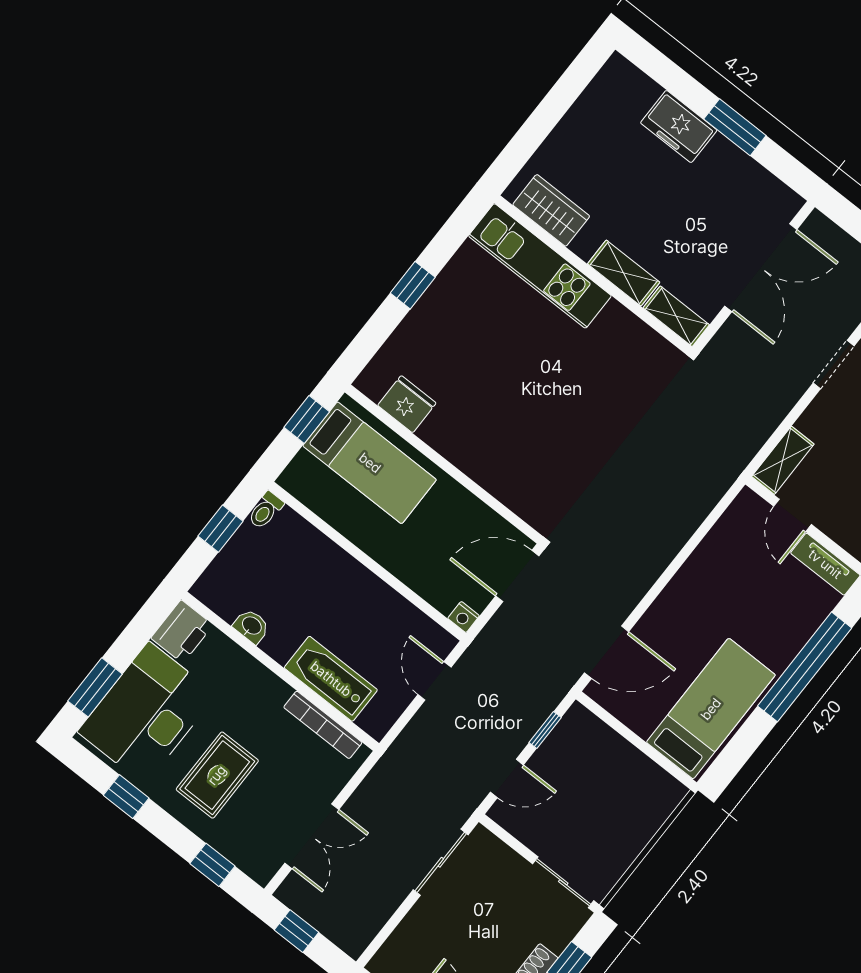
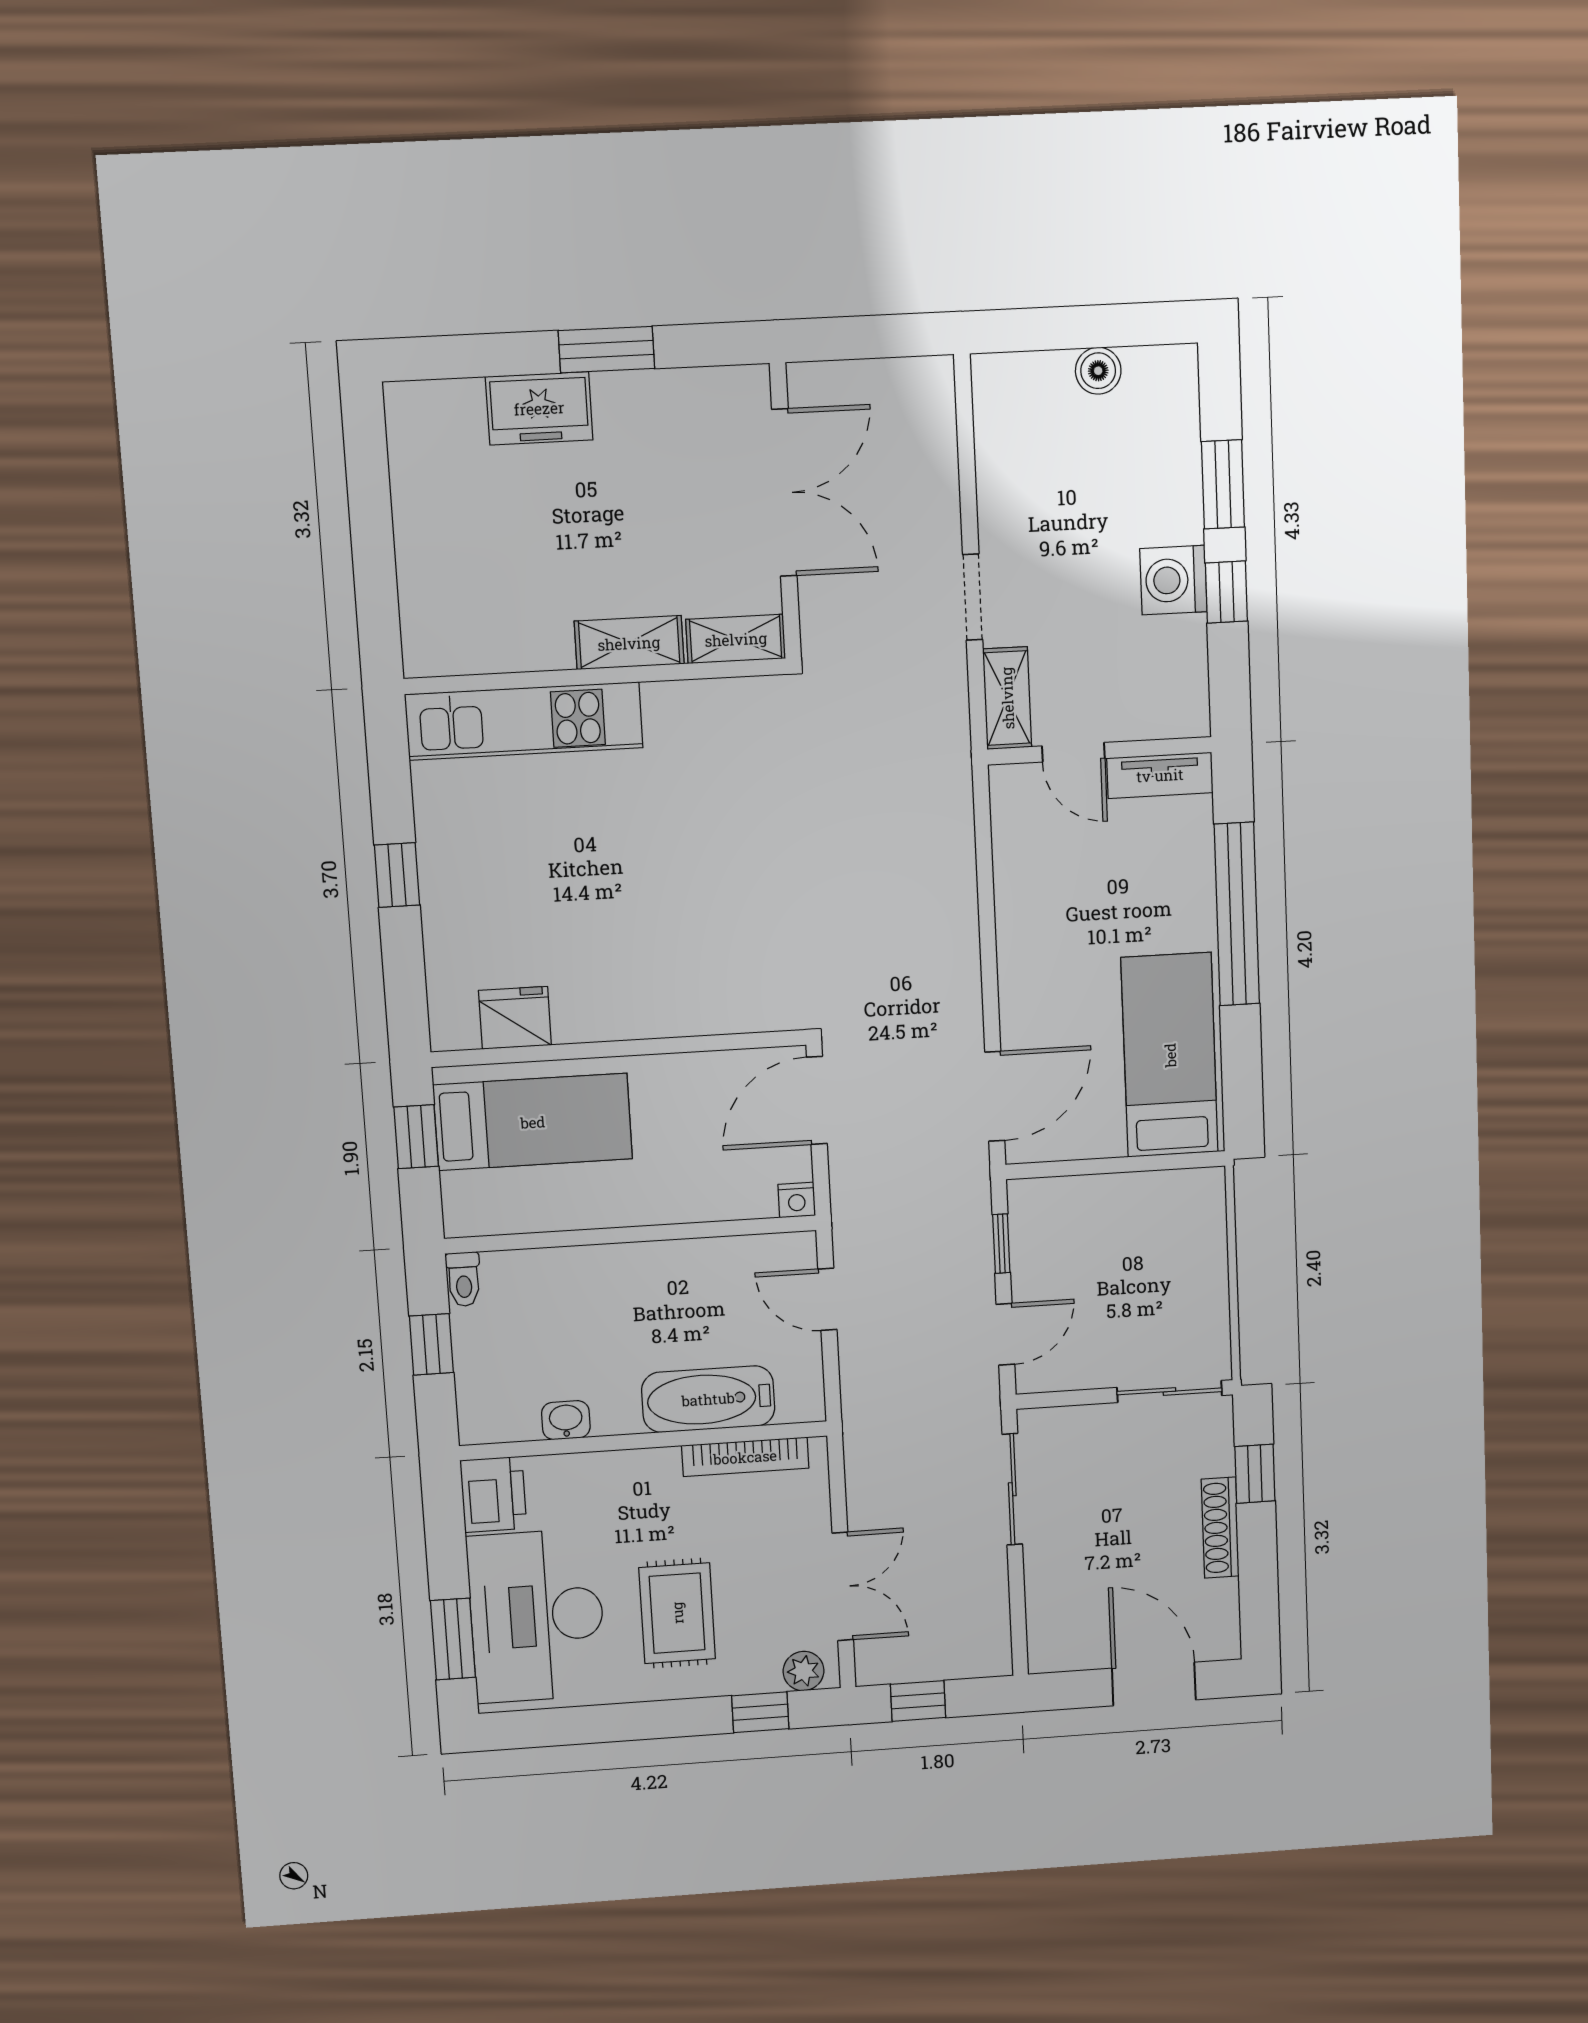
wardrobe: (551, 210) -> (479, 644), removed
doorway: (834, 365) -> (973, 597), moved
window: (126, 797) -> (597, 1724), removed
plant: (253, 863) -> (803, 1671), added

